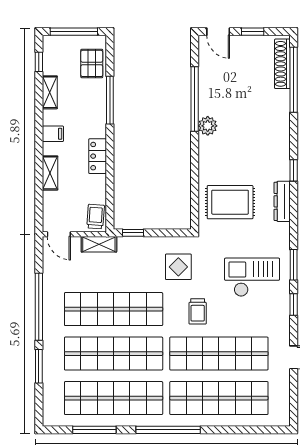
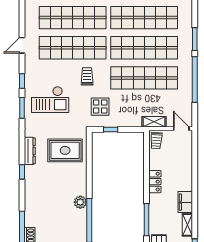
filing cabinet: (53, 134) -> (185, 202), width x2.00
shelving: (50, 173) -> (187, 170), removed
window: (133, 233) -> (111, 130), moved

